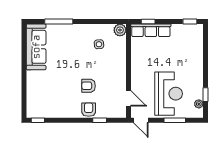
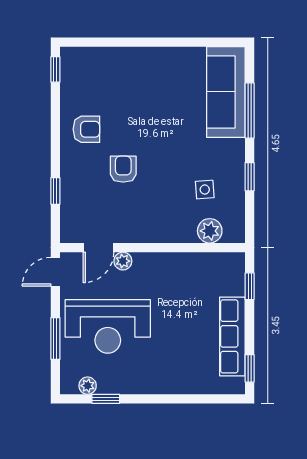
window: (92, 21) -> (250, 177), added
plant: (120, 30) -> (210, 231), moved
row of seats: (151, 30) -> (232, 336), moved
sofa: (36, 47) -> (226, 92), moved, turned 90
plant: (135, 86) -> (123, 261), added
armchair: (89, 110) -> (86, 129), moved

